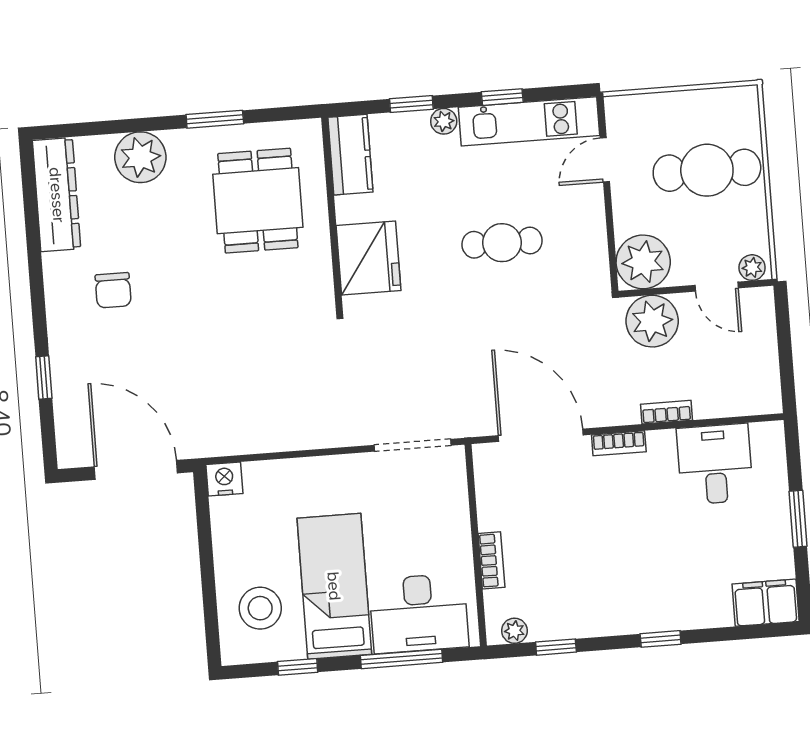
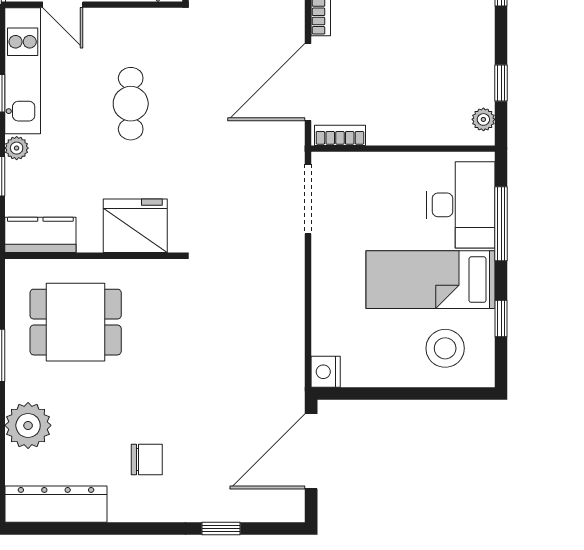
bookcase: (491, 560) -> (340, 135), moved

